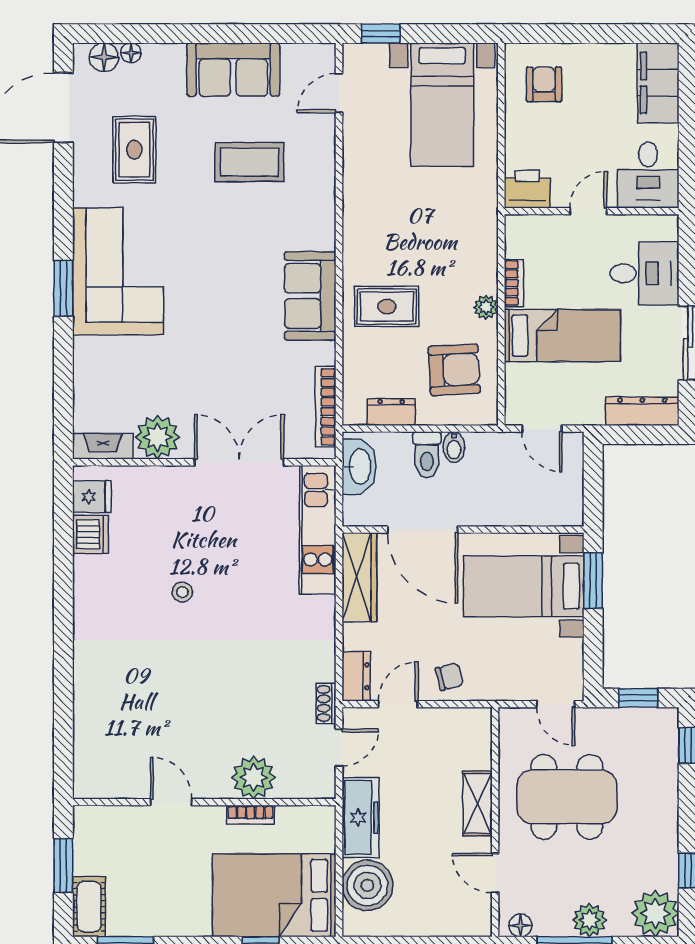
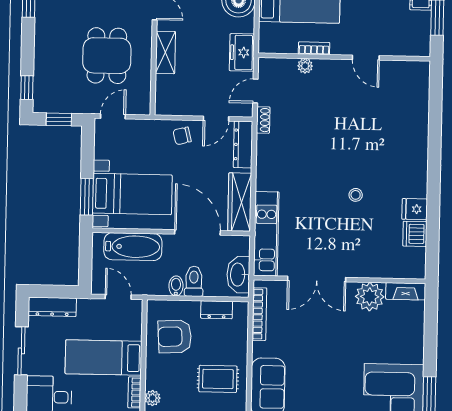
plant: (486, 307) -> (153, 398), moved
fridge: (92, 497) -> (415, 209), moved
bathtub: (521, 506) -> (133, 247), added
dresser: (356, 676) -> (243, 145), width x1.44
door: (556, 704) -> (113, 116), hinge flipped
plant: (254, 777) -> (305, 66), width x0.53, depth x0.53
dining table: (567, 797) -> (107, 56), width x0.73
freezer: (361, 818) -> (242, 52), width x0.71

